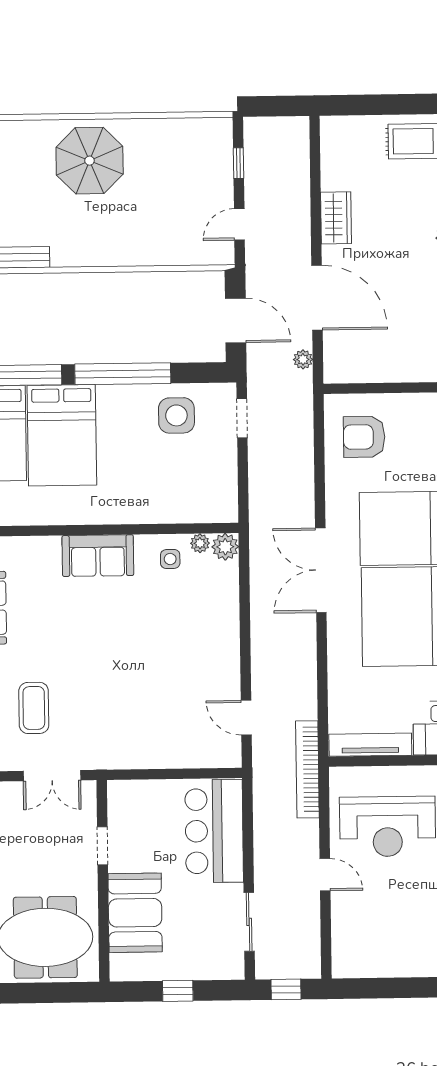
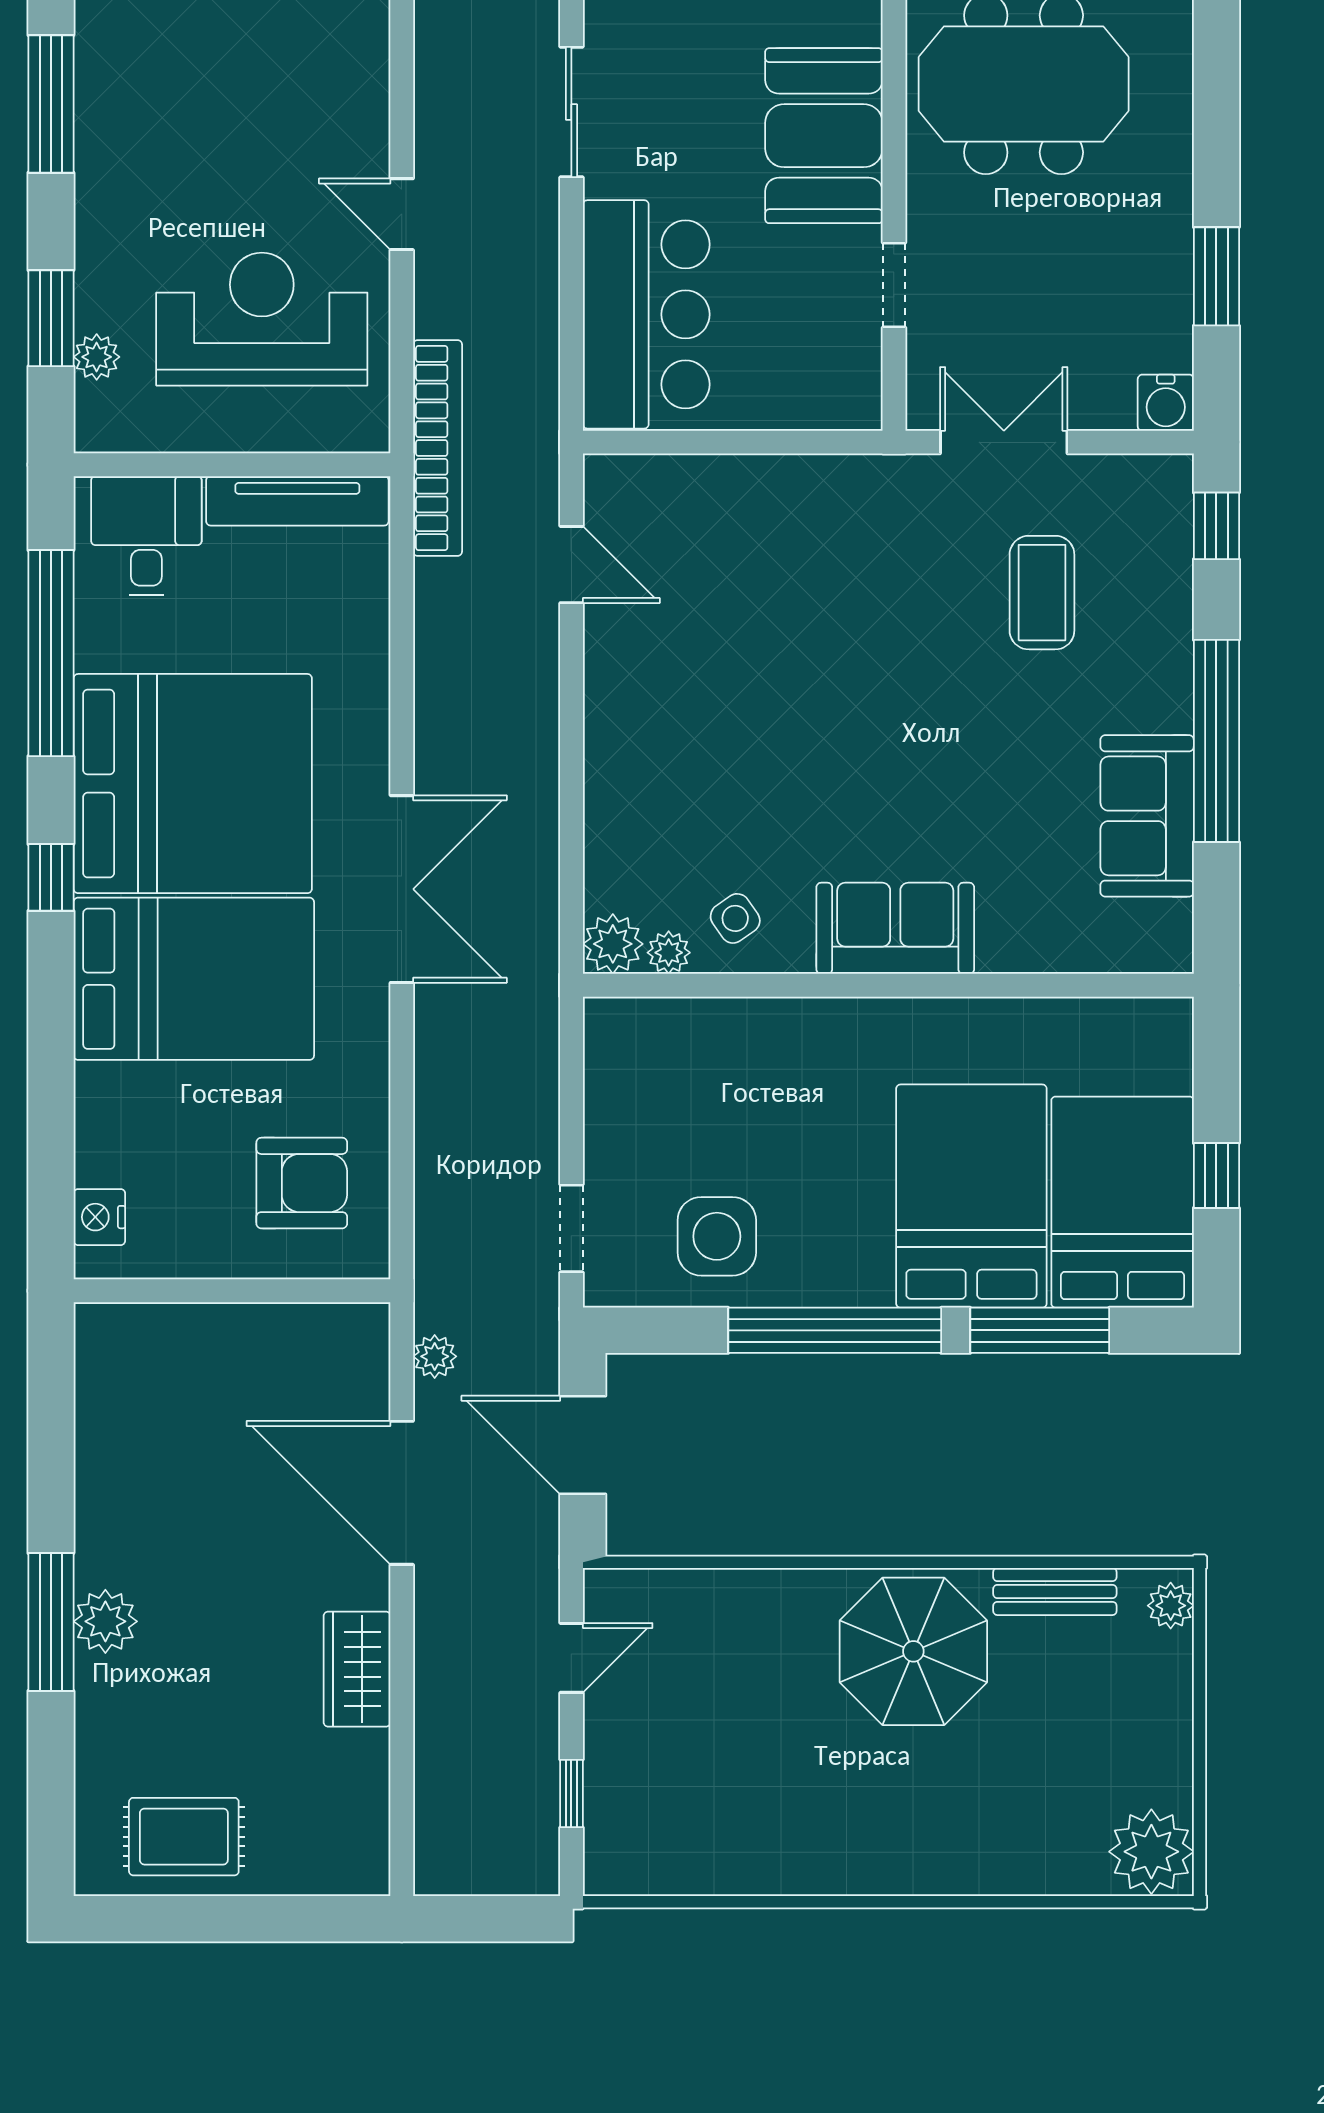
parasol: (90, 161) -> (913, 1651), moved
side table: (170, 559) -> (735, 918), turned -35

